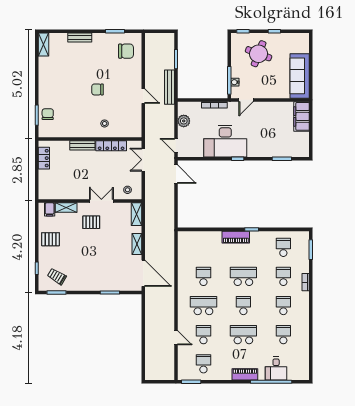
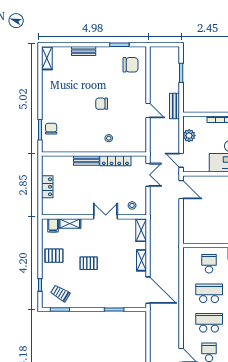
bench: (169, 87) -> (175, 106), width x0.73
locker: (44, 158) -> (47, 187), moved
double door: (143, 160) -> (148, 175), swing flipped
pallet: (91, 222) -> (89, 263), moved
school desk: (203, 247) -> (209, 264), added
school desk: (203, 276) -> (209, 293), width x1.85

